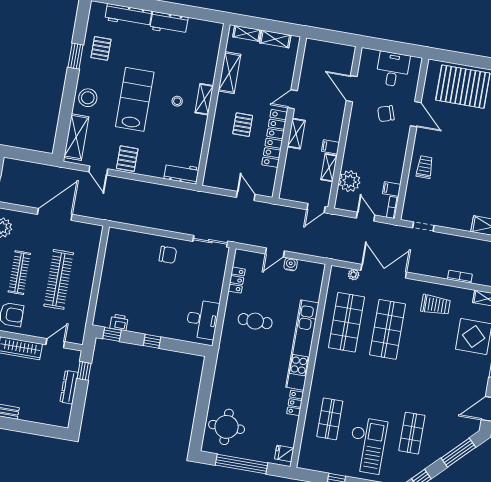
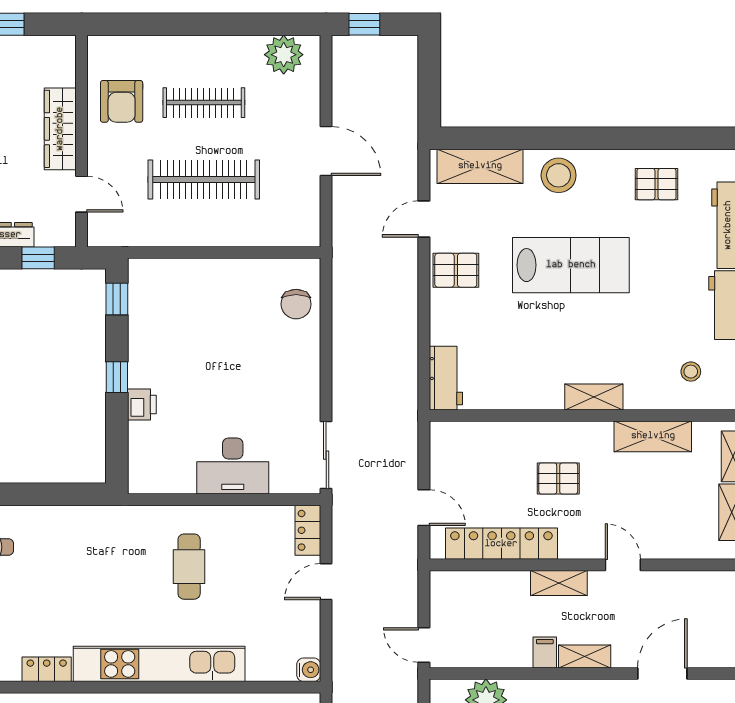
window: (76, 56) -> (634, 138), removed
stool: (177, 101) -> (691, 372), moved
locker: (275, 138) -> (501, 544), moved
shelving: (329, 168) -> (585, 656), moved
door: (246, 196) -> (424, 508), hinge flipped
door: (55, 214) -> (326, 151), width x0.73
door: (275, 252) -> (326, 582), hinge flipped
chair: (168, 255) -> (296, 304), moved
water cooler: (291, 264) -> (309, 670), moved
locker: (237, 280) -> (308, 530), moved, turned 90
desk: (203, 319) -> (233, 466), moved
printer: (119, 322) -> (142, 405), moved

